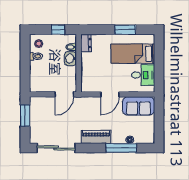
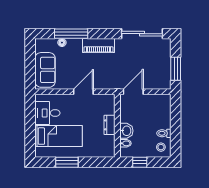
dresser: (86, 43) -> (110, 125), moved
sofa: (138, 106) -> (45, 70), moved, turned 90

